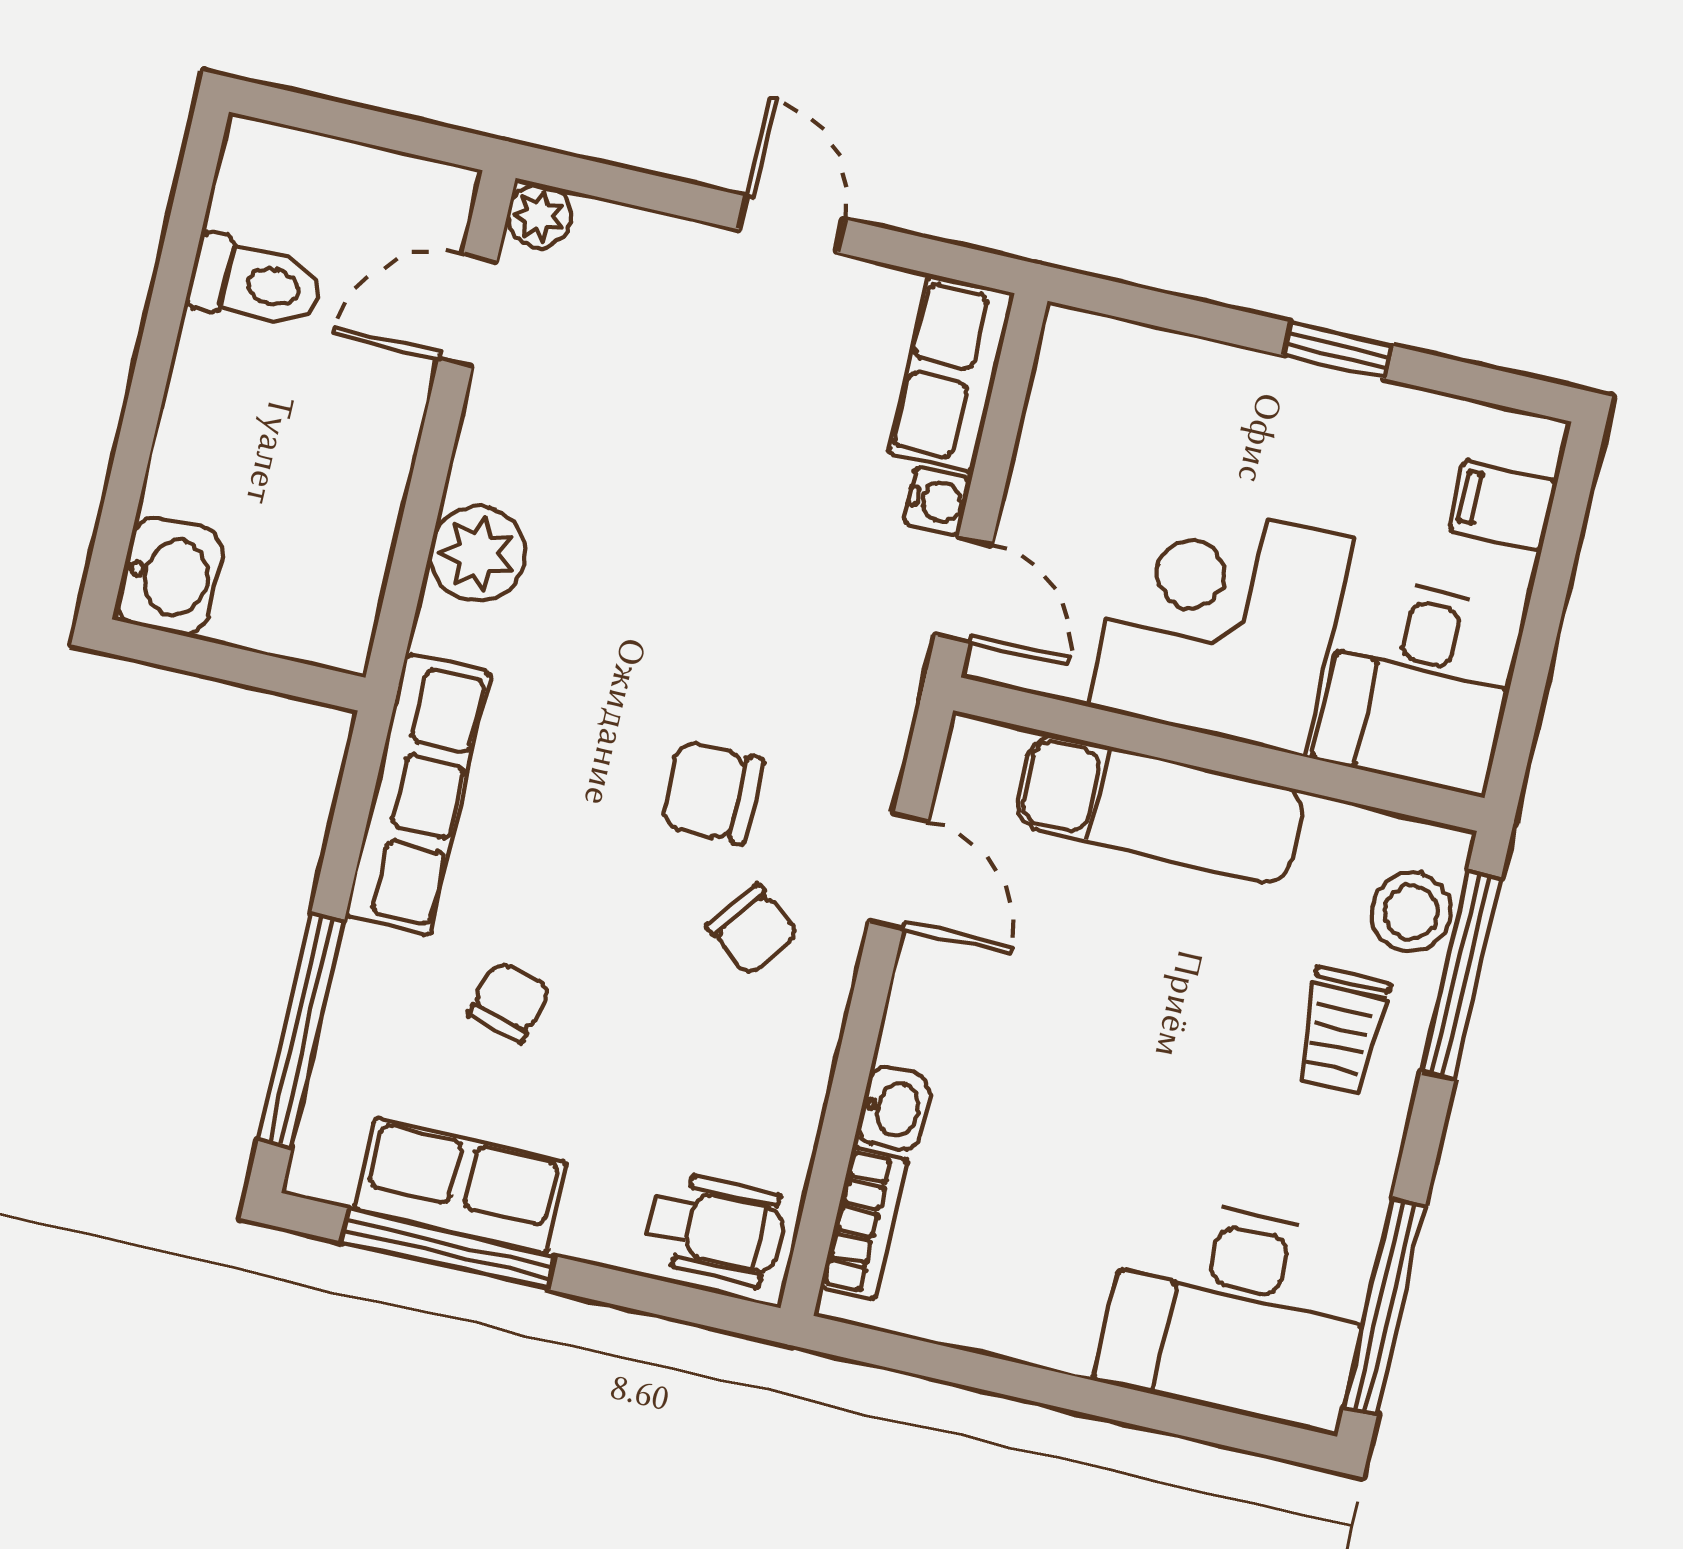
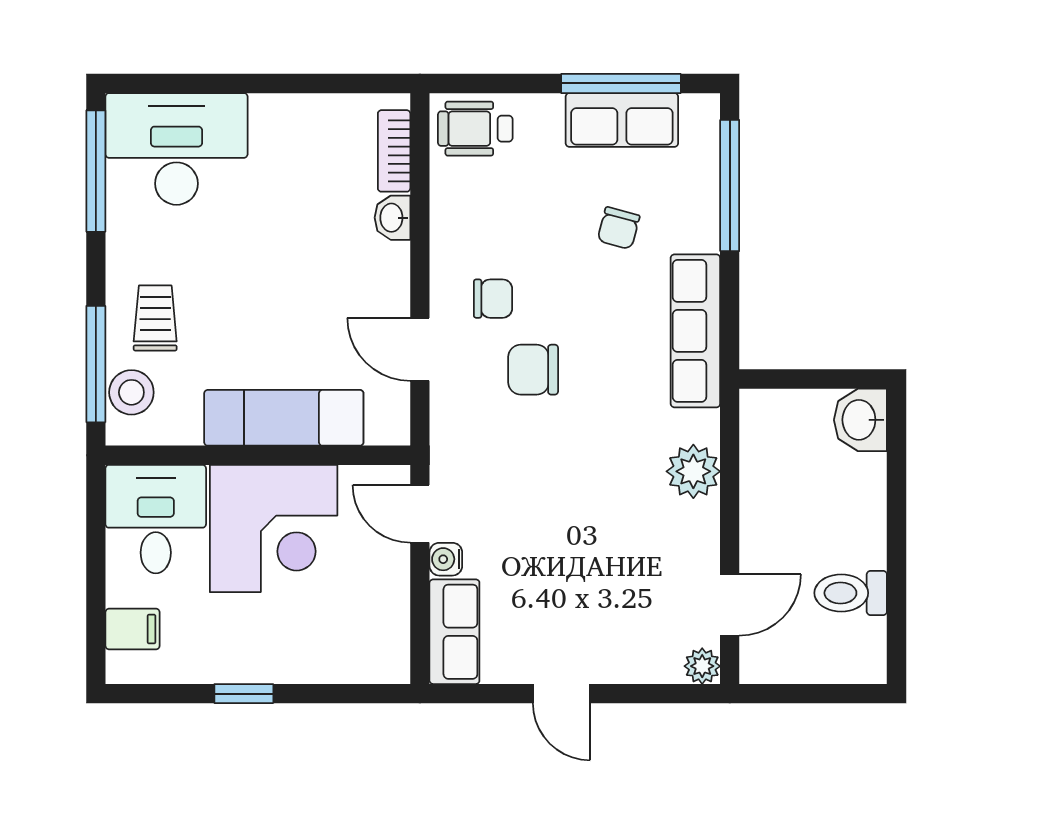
chair: (712, 792) -> (533, 370), turned 180
chair: (753, 930) -> (493, 299), turned 143

